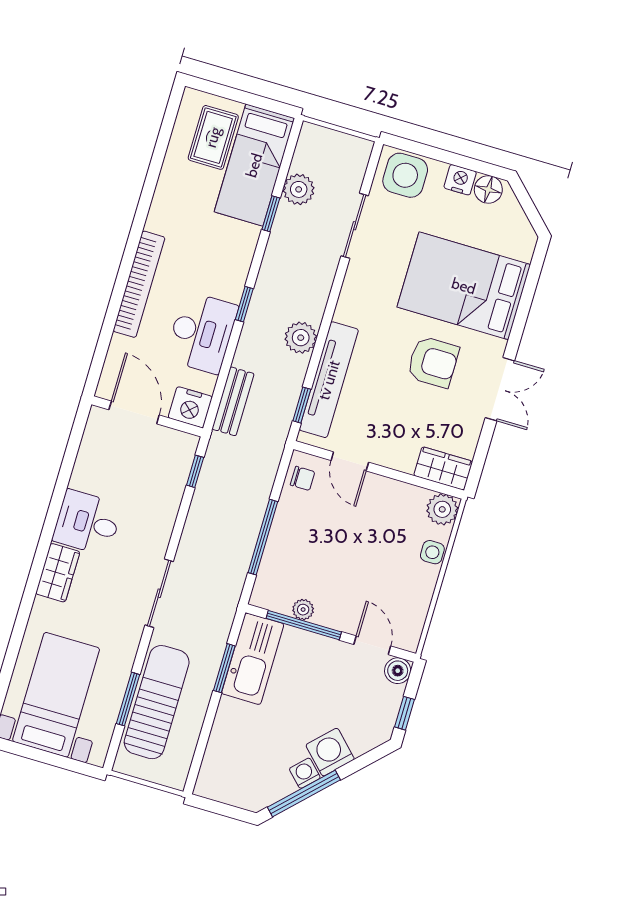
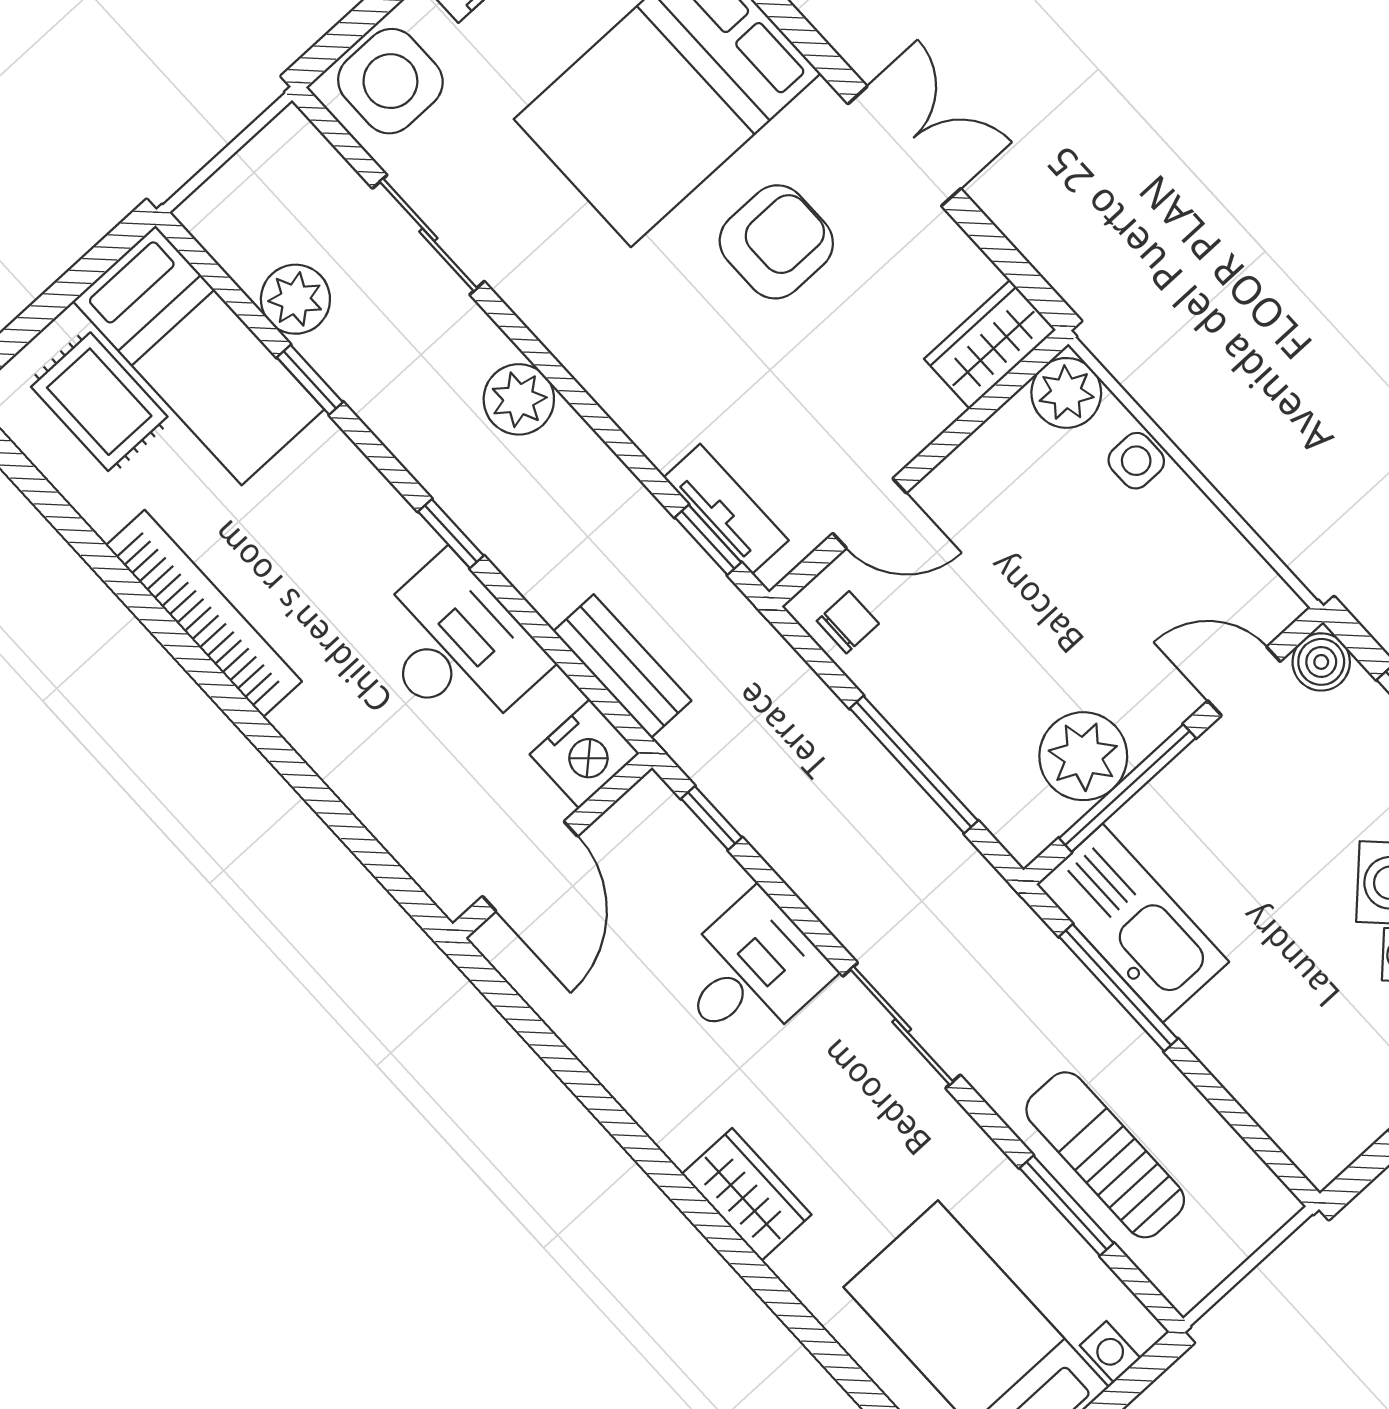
bookcase: (139, 284) -> (204, 613), moved
plant: (301, 338) -> (519, 399), moved
tv unit: (329, 380) -> (726, 509), width x0.52, depth x0.78
door: (134, 412) -> (530, 866), swing flipped
desk: (87, 523) -> (751, 972), moved, turned 180
plant: (303, 610) -> (1083, 756), width x1.87, depth x1.87
window: (224, 668) -> (1118, 988), width x1.44
sun lounger: (157, 702) -> (1105, 1155), width x0.73, depth x0.75

